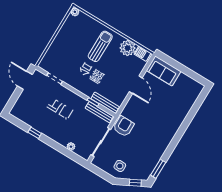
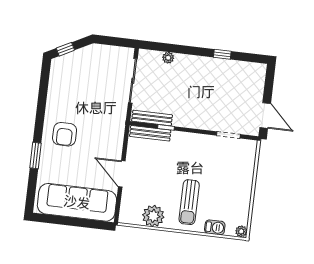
barbecue: (143, 54) -> (215, 227), moved
sofa: (164, 71) -> (77, 202), width x1.85, depth x1.27
armchair: (124, 126) -> (65, 134), moved
side table: (120, 166) -> (95, 61), removed
window: (158, 169) -> (36, 155), moved

